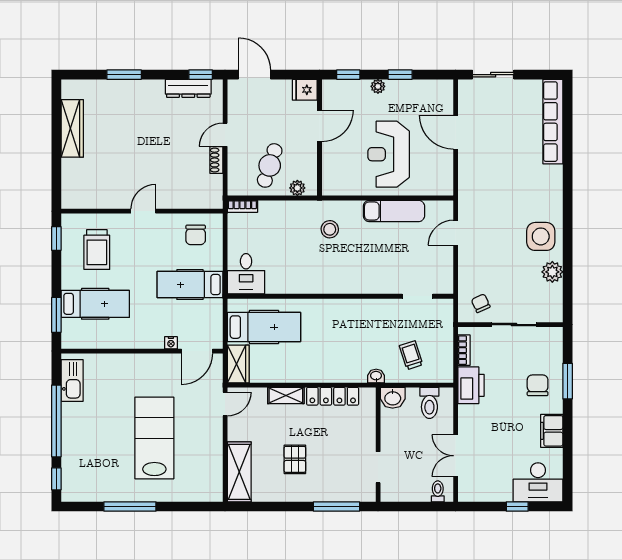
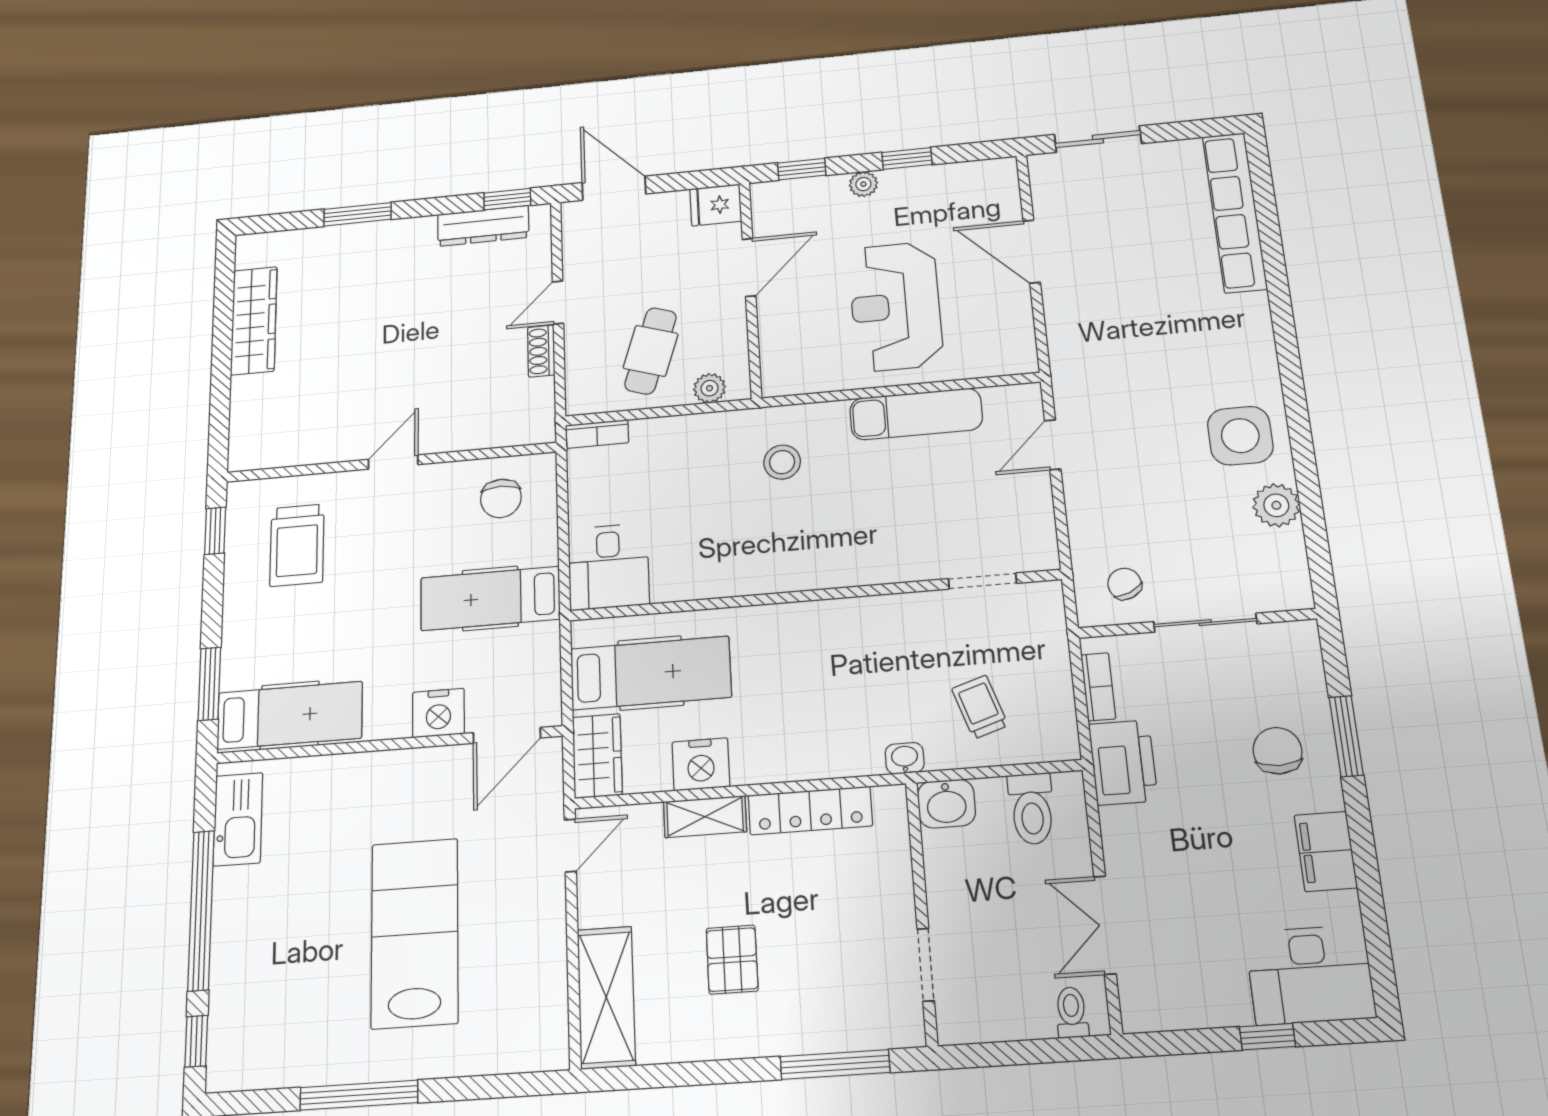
hospital bed: (95, 304) -> (290, 715), moved
nightstand: (171, 343) -> (438, 713), width x1.89, depth x1.79
nightstand: (285, 372) -> (701, 764), added

